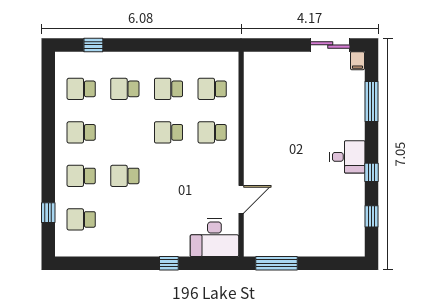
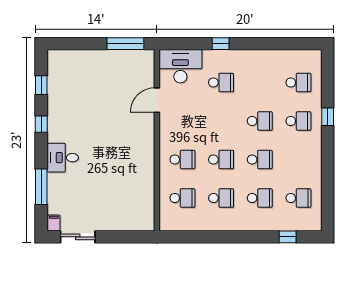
school desk: (81, 132) -> (260, 160), moved
desk: (347, 157) -> (63, 158), moved
window: (48, 213) -> (328, 117), moved
school desk: (169, 219) -> (221, 82), added

